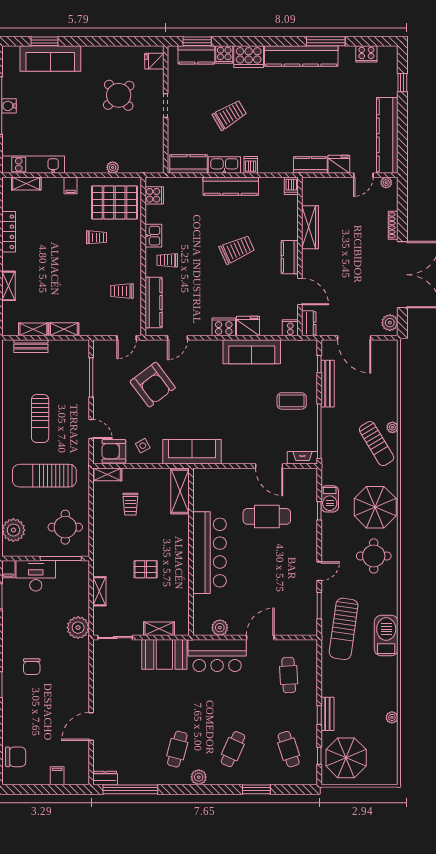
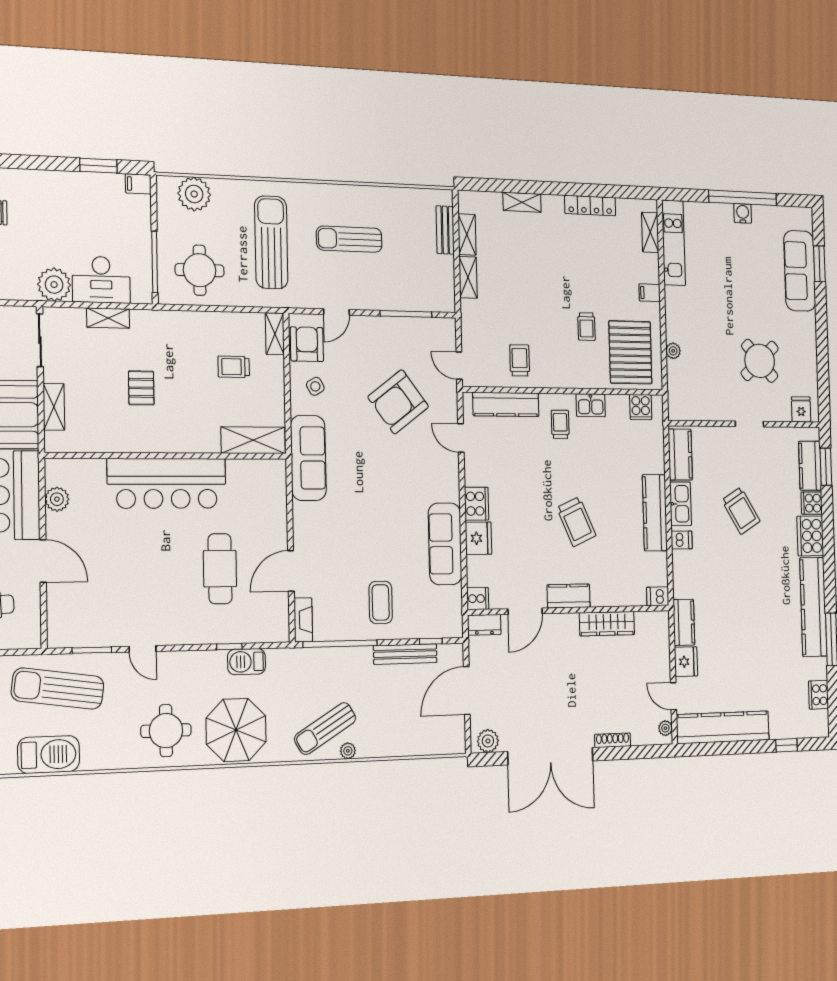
desk: (36, 576) -> (101, 280), moved, turned 90

